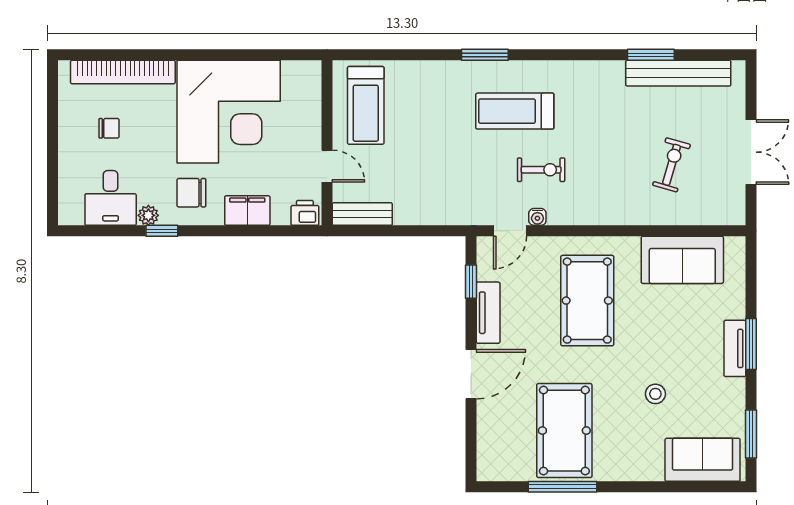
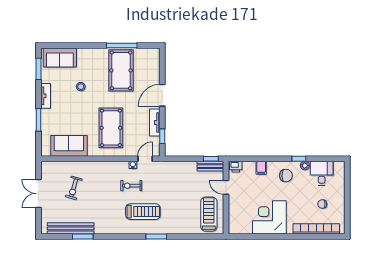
corner desk: (229, 112) -> (269, 217), width x0.74, depth x0.74
filing cabinet: (247, 210) -> (261, 168), width x0.50
window: (361, 231) -> (211, 159), added
window: (751, 344) -> (38, 120), moved
tv unit: (735, 348) -> (46, 96), moved

